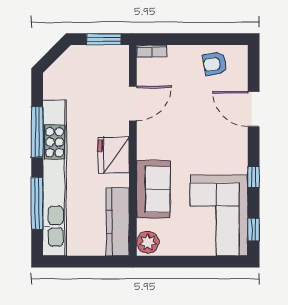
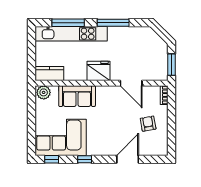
armchair: (215, 64) -> (148, 124), moved
kitchen unit: (55, 178) -> (71, 34), width x0.73
kitchen counter: (118, 222) -> (49, 74), width x0.67

